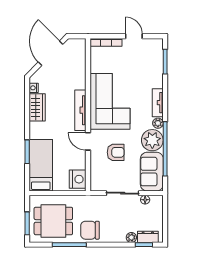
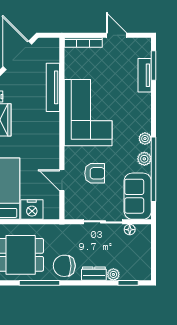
tv unit: (158, 103) -> (145, 75), moved
tv unit: (80, 110) -> (53, 87), moved
plant: (152, 140) -> (144, 159), width x0.53, depth x0.53
door: (88, 141) -> (62, 180), moved
nightstand: (78, 179) -> (32, 210), moved, turned 90
dresser: (148, 237) -> (94, 274), moved

